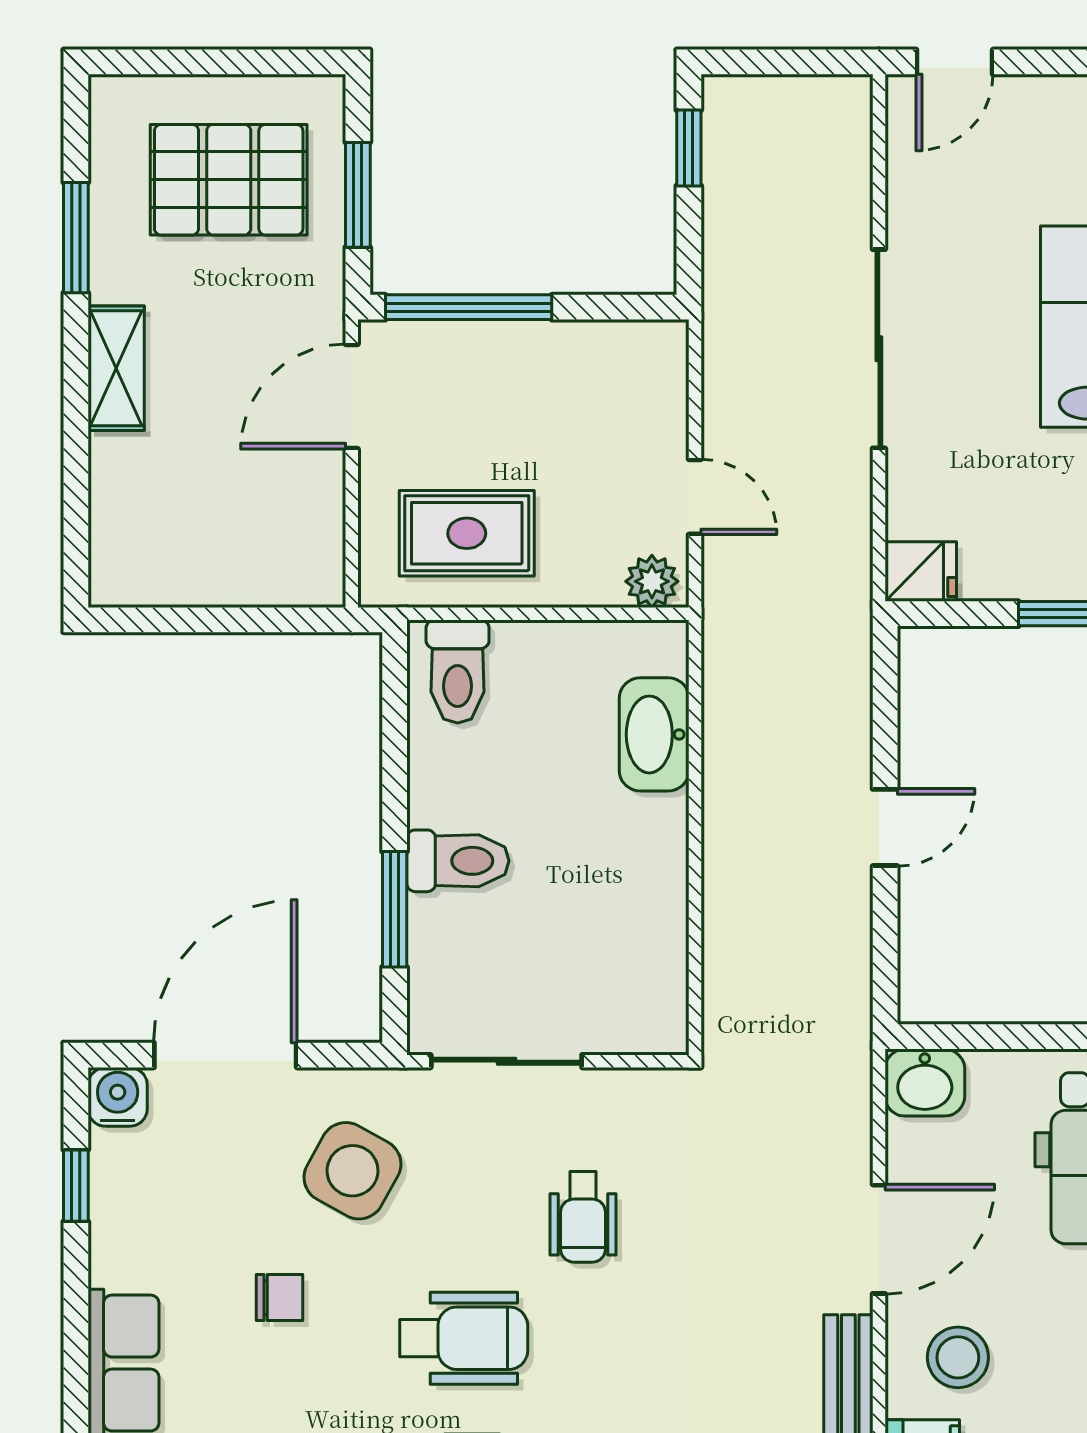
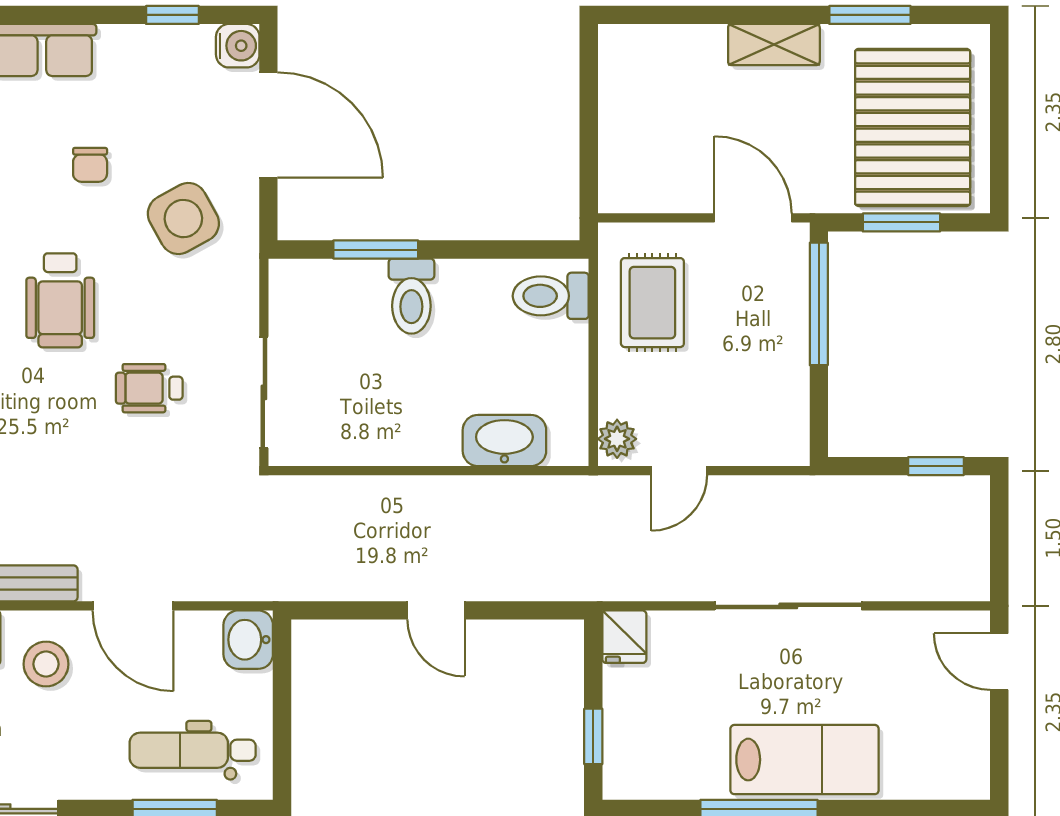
pallet: (229, 180) -> (913, 127), width x1.37, depth x1.41
sliding door: (506, 1061) -> (264, 392), moved
side table: (352, 1171) -> (183, 219), turned 32

